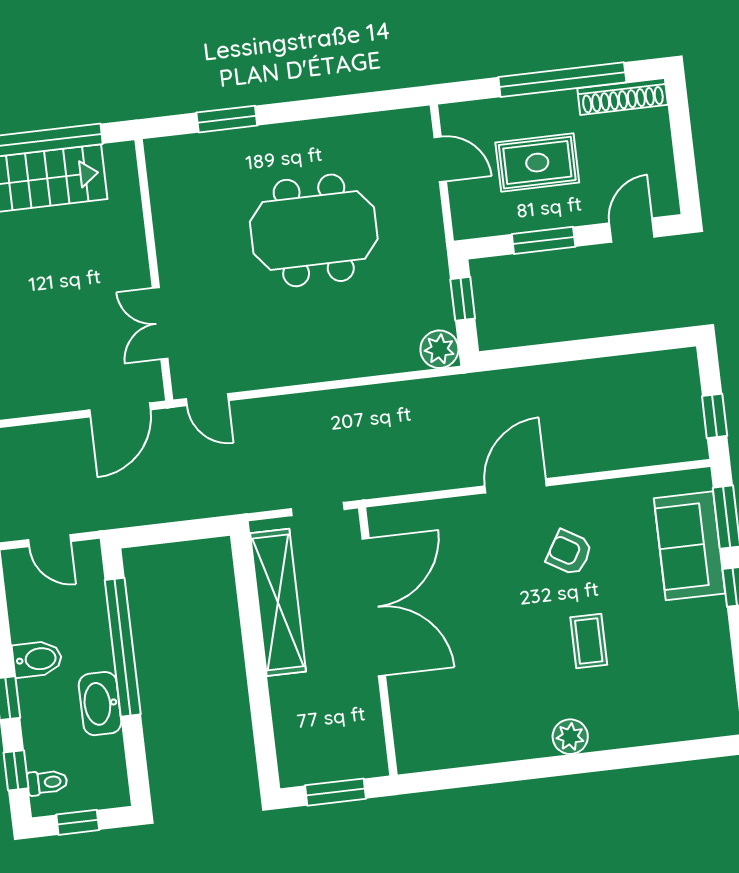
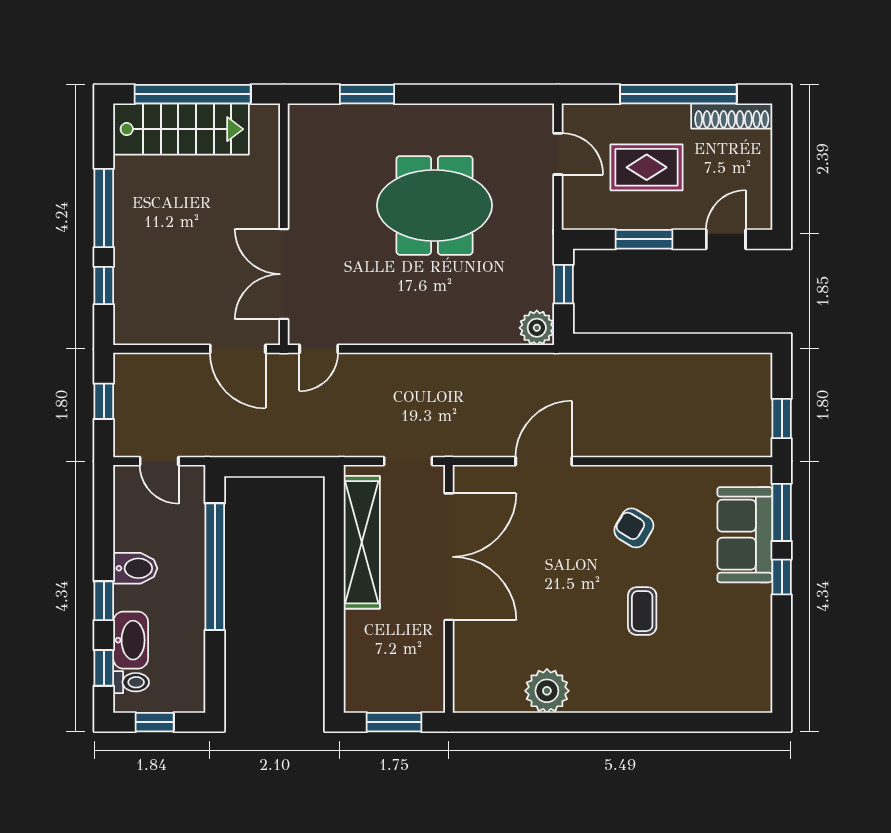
double door: (160, 323) -> (284, 274), width x1.37
door: (207, 400) -> (319, 349), hinge flipped
door: (120, 410) -> (238, 349), hinge flipped
door: (516, 486) -> (544, 461), moved
washbasin: (100, 704) -> (131, 640), moved, turned 180
plant: (570, 737) -> (547, 691), moved, width x1.36, depth x1.36

